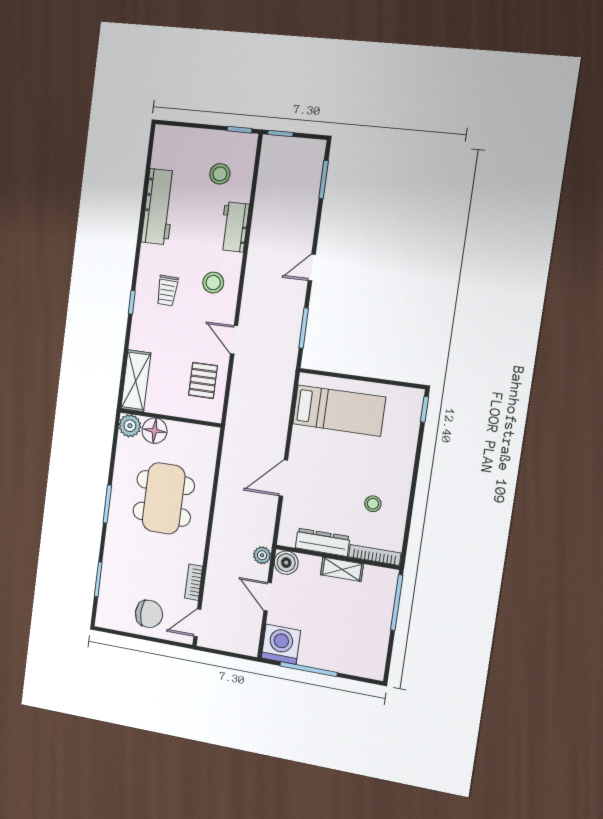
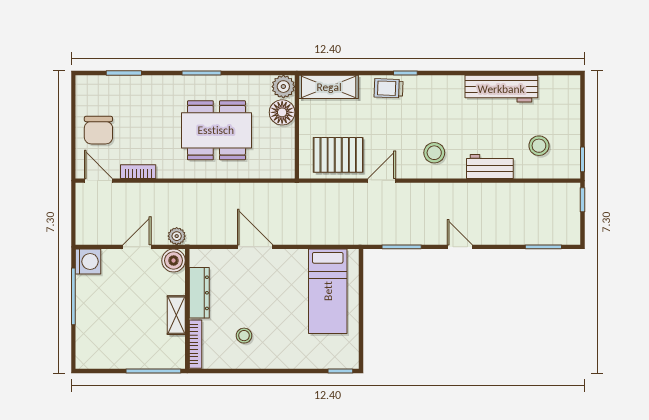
trolley: (167, 291) -> (389, 88), moved
pallet: (203, 380) -> (338, 155), width x1.50, depth x1.42
washing machine: (281, 644) -> (88, 262), width x0.73, depth x0.73

